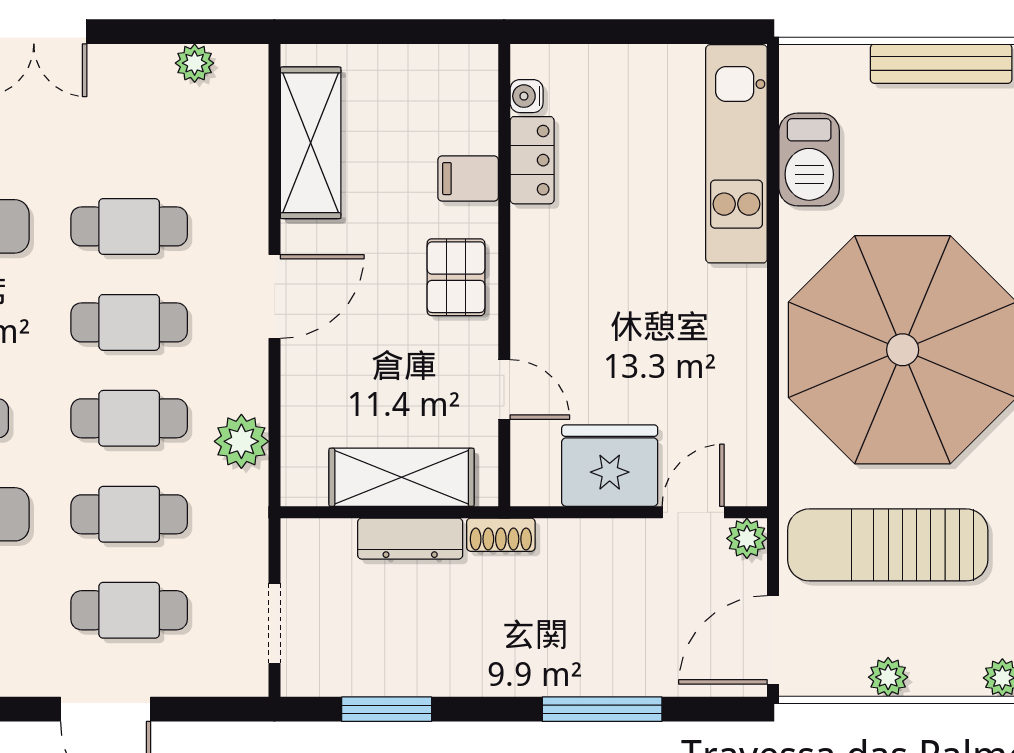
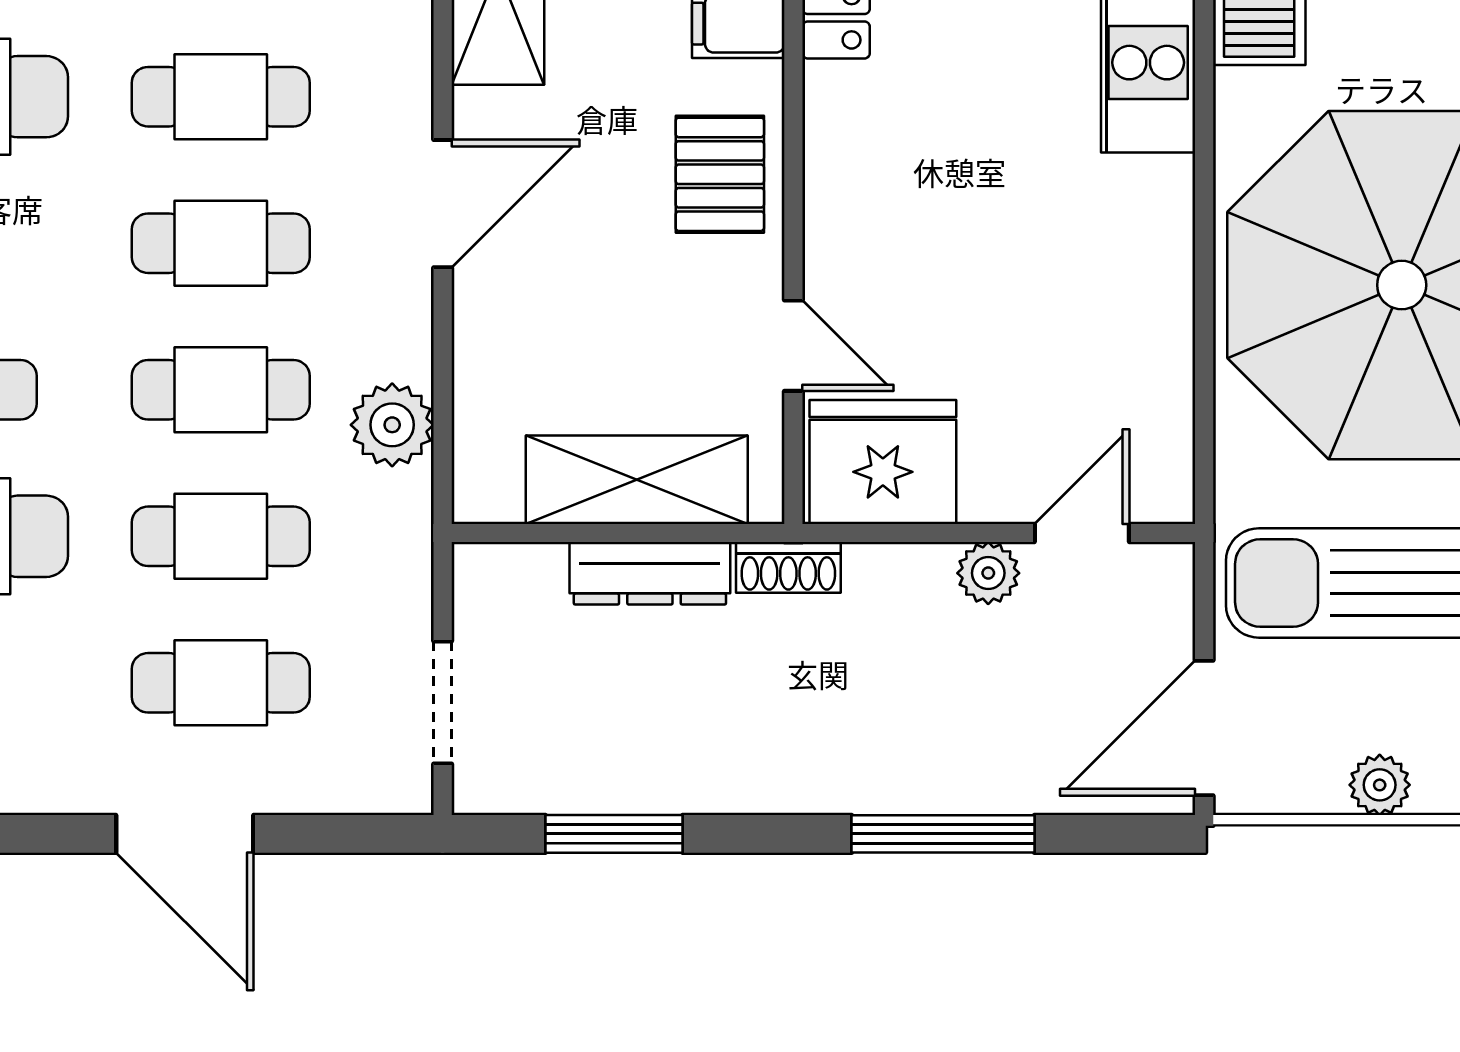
fridge: (610, 466) -> (883, 462), moved
plant: (747, 538) -> (988, 573), moved

